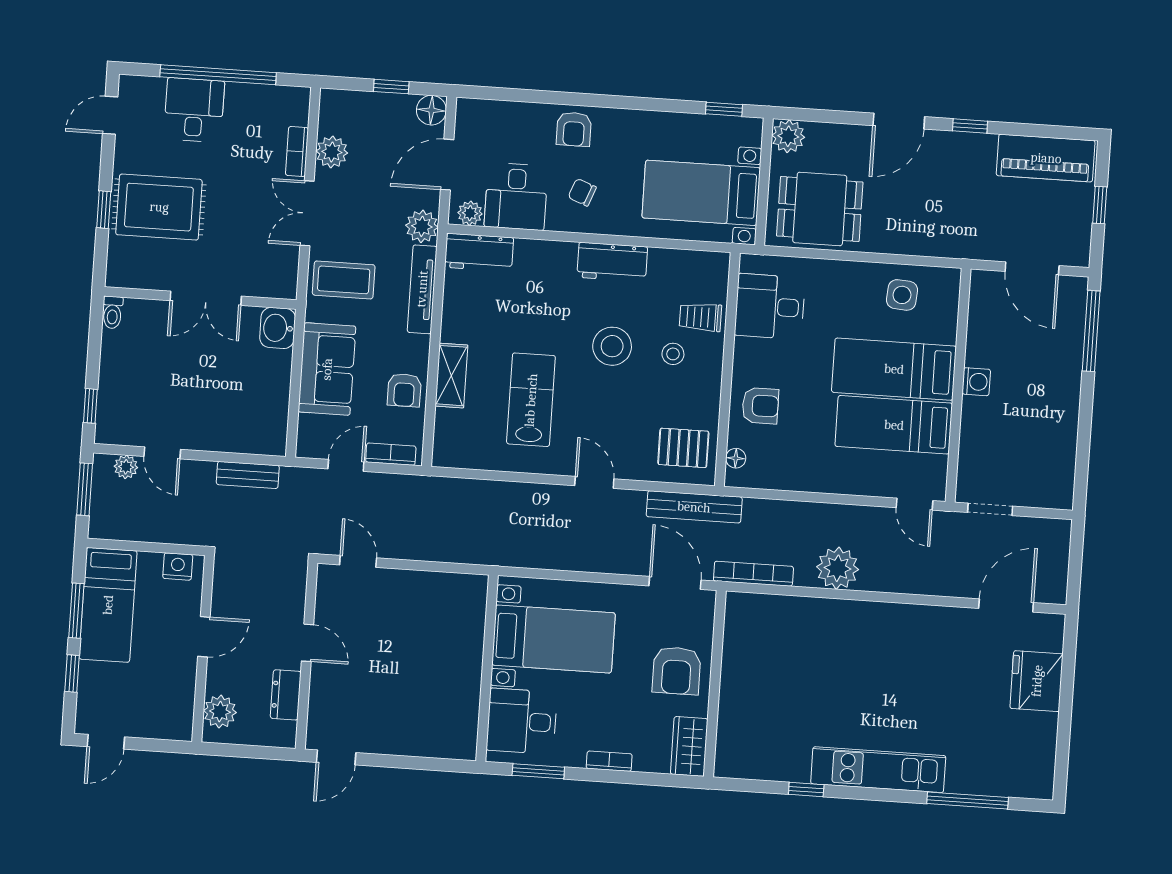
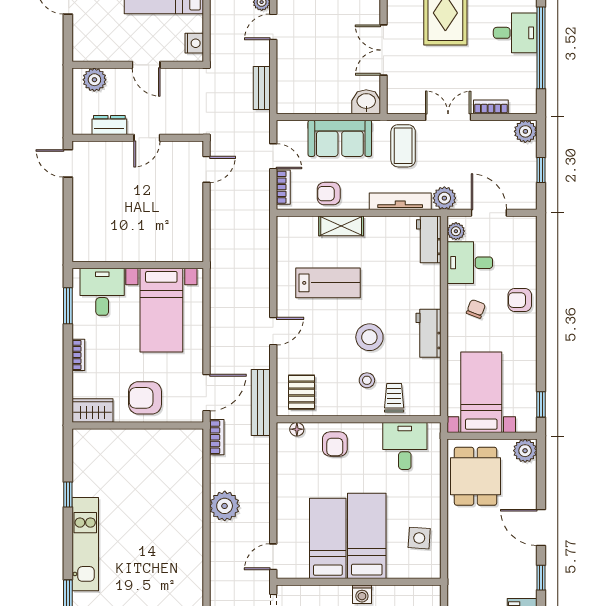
floor lamp: (431, 110) -> (526, 199), removed
plant: (332, 152) -> (525, 131), moved
bookcase: (753, 574) -> (217, 437), width x0.64

